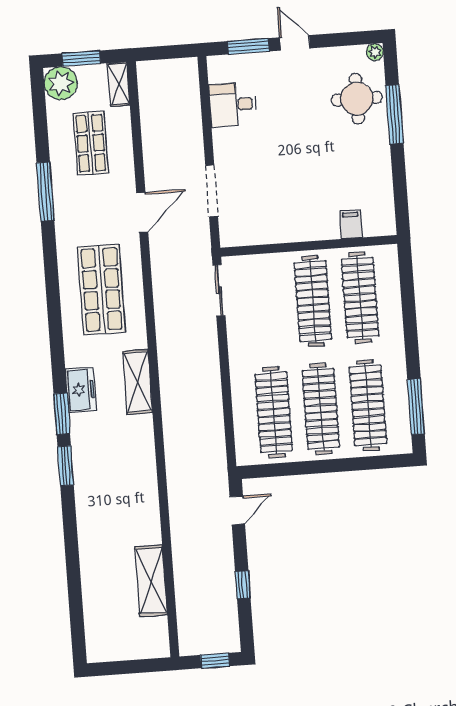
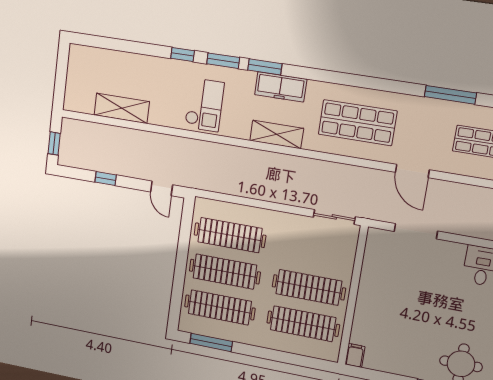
filing cabinet: (351, 224) -> (355, 355), moved, turned -90
freezer: (81, 390) -> (281, 87), width x1.40
checkout: (123, 478) -> (204, 105), added
window: (69, 517) -> (183, 55), added

